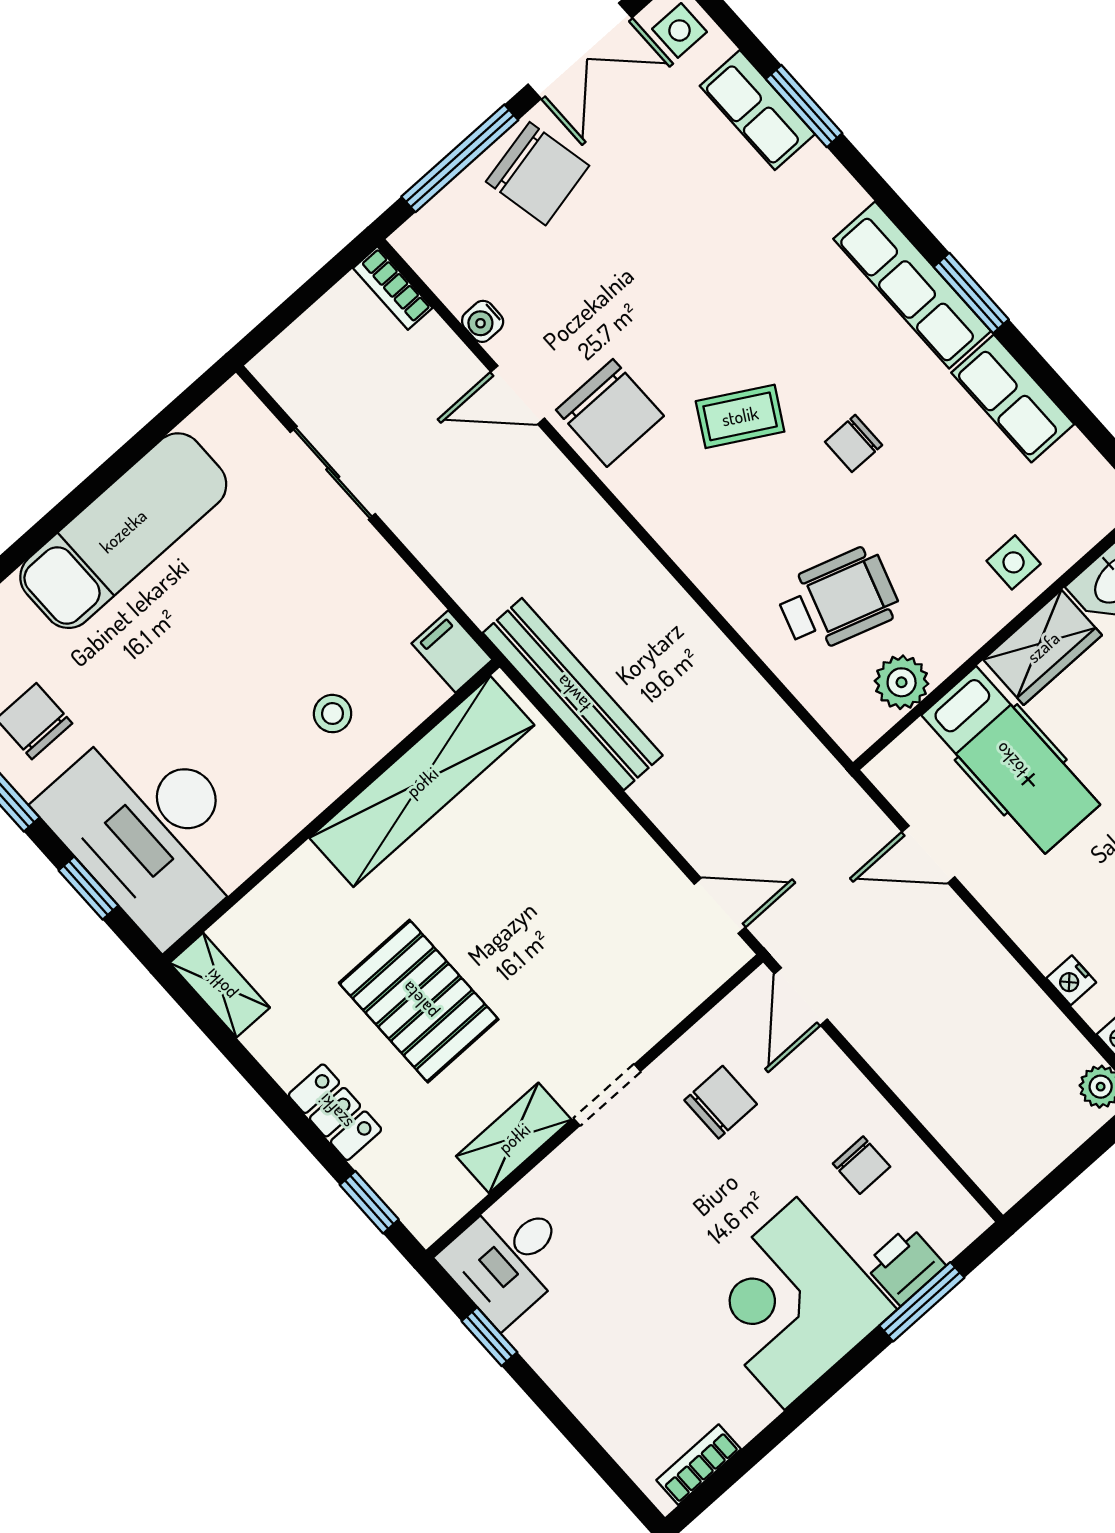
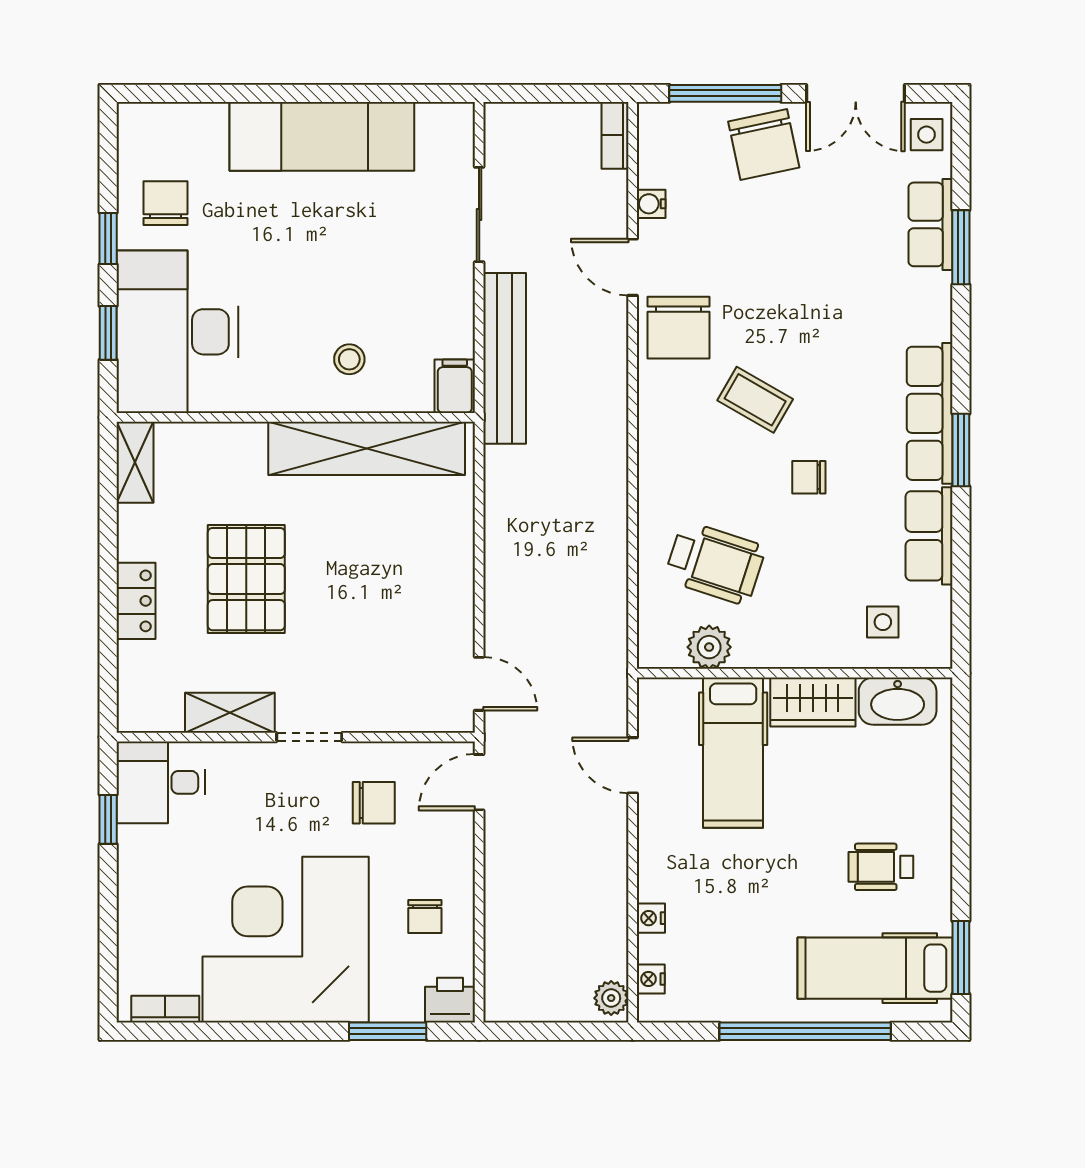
side table: (1014, 562) -> (883, 622), moved
bench: (573, 694) -> (505, 358), moved
window: (369, 1202) -> (108, 674), removed
printer: (905, 1265) -> (450, 1000), moved
corner desk: (791, 1303) -> (286, 940), width x1.36, depth x1.36

